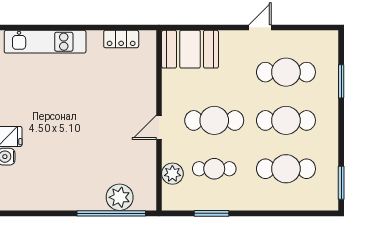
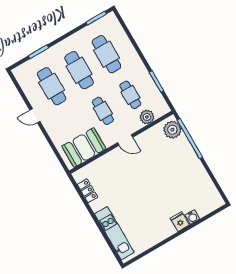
booth: (190, 49) -> (84, 148), moved, turned 90
cafe table: (214, 120) -> (103, 111), width x0.73, depth x0.74
plant: (120, 197) -> (172, 130), moved

